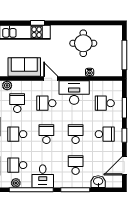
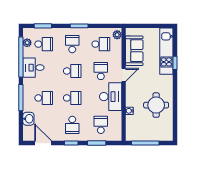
school desk: (17, 165) -> (44, 44), turned 90

